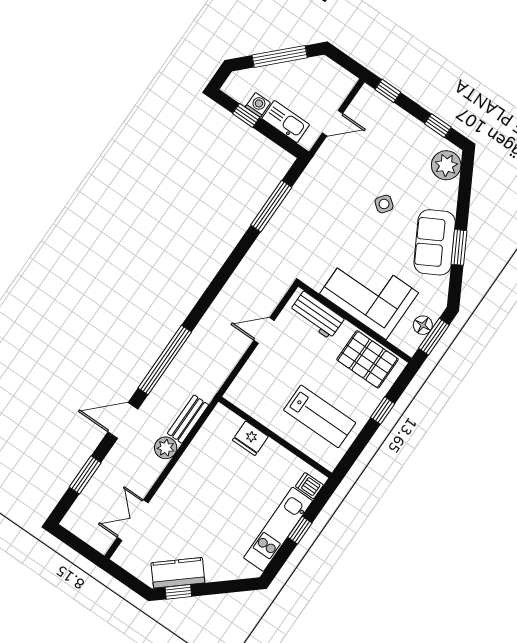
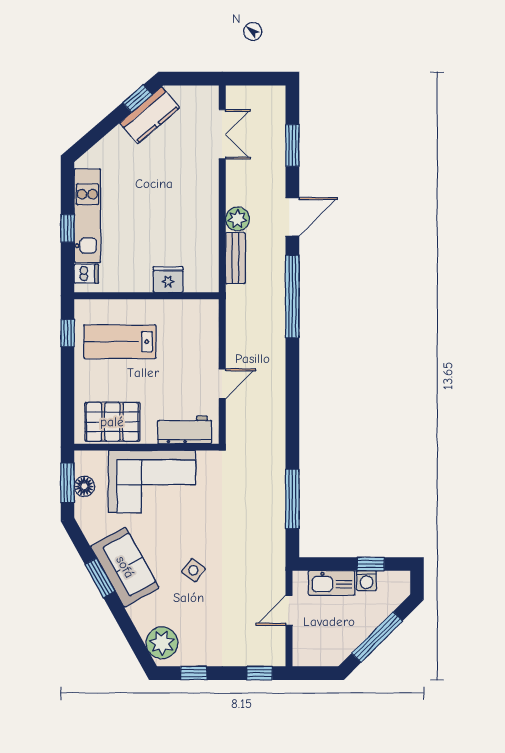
window: (383, 411) -> (67, 333), moved

